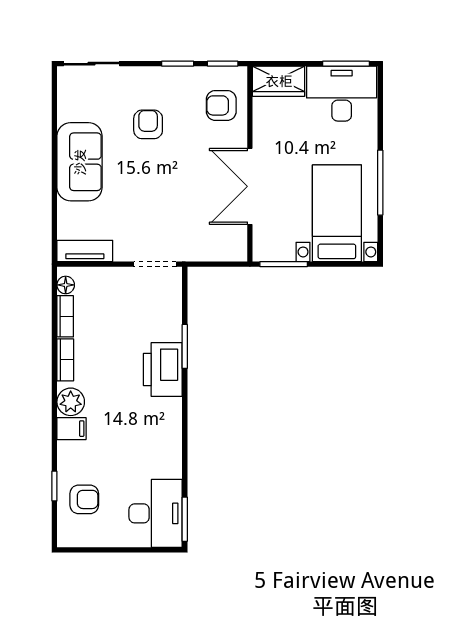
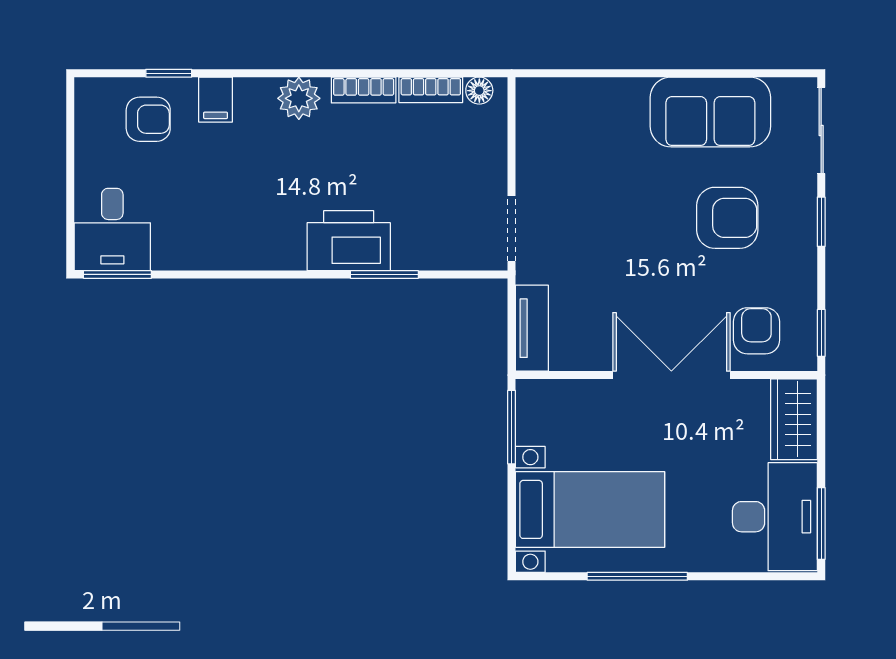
window: (178, 64) -> (821, 222), moved
armchair: (148, 124) -> (727, 218), width x1.38, depth x1.38
sofa: (80, 162) -> (710, 112), moved
double door: (250, 186) -> (671, 375), moved
tv unit: (85, 251) -> (532, 328), moved
filing cabinet: (72, 429) -> (216, 100), moved
armchair: (84, 499) -> (148, 119), turned -90
desk: (156, 513) -> (112, 229), width x0.73

